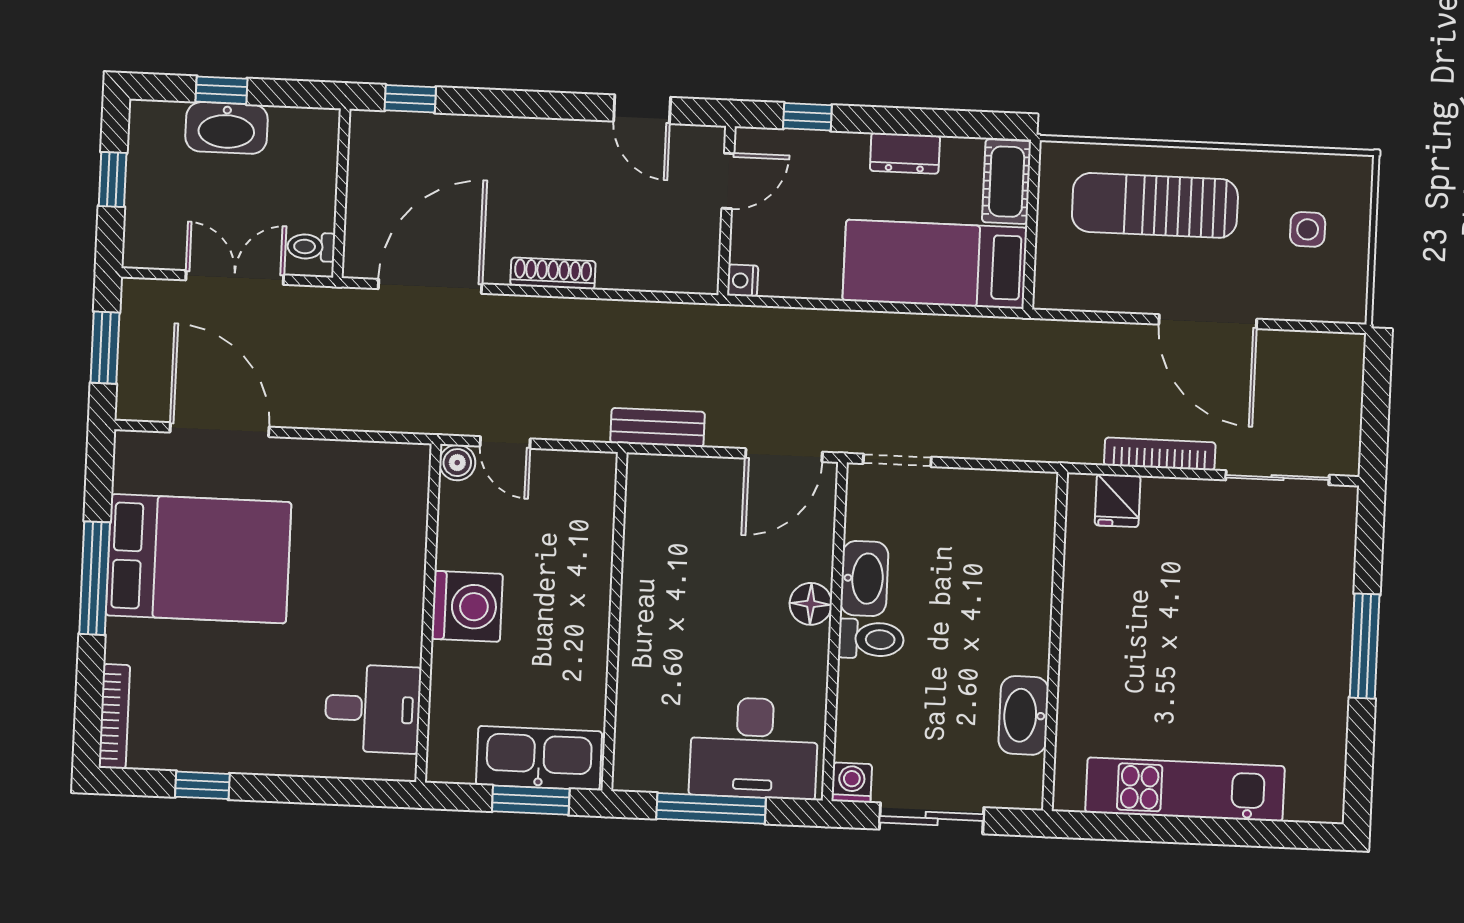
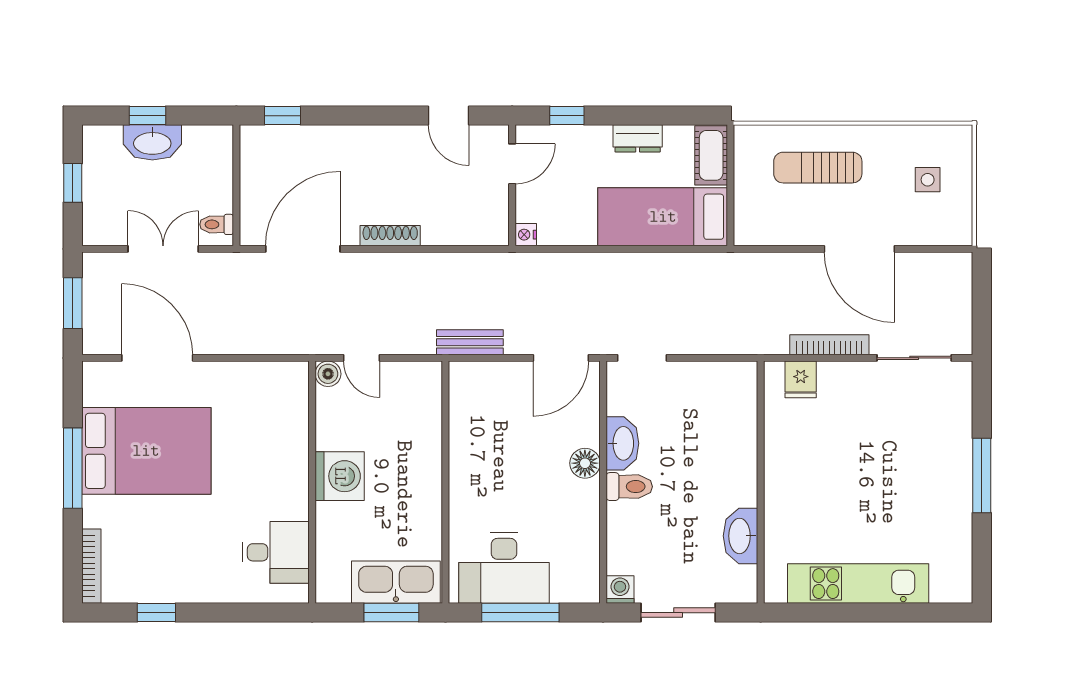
sun lounger: (1155, 205) -> (818, 168), width x0.73, depth x0.75
desk: (754, 748) -> (504, 568), moved

